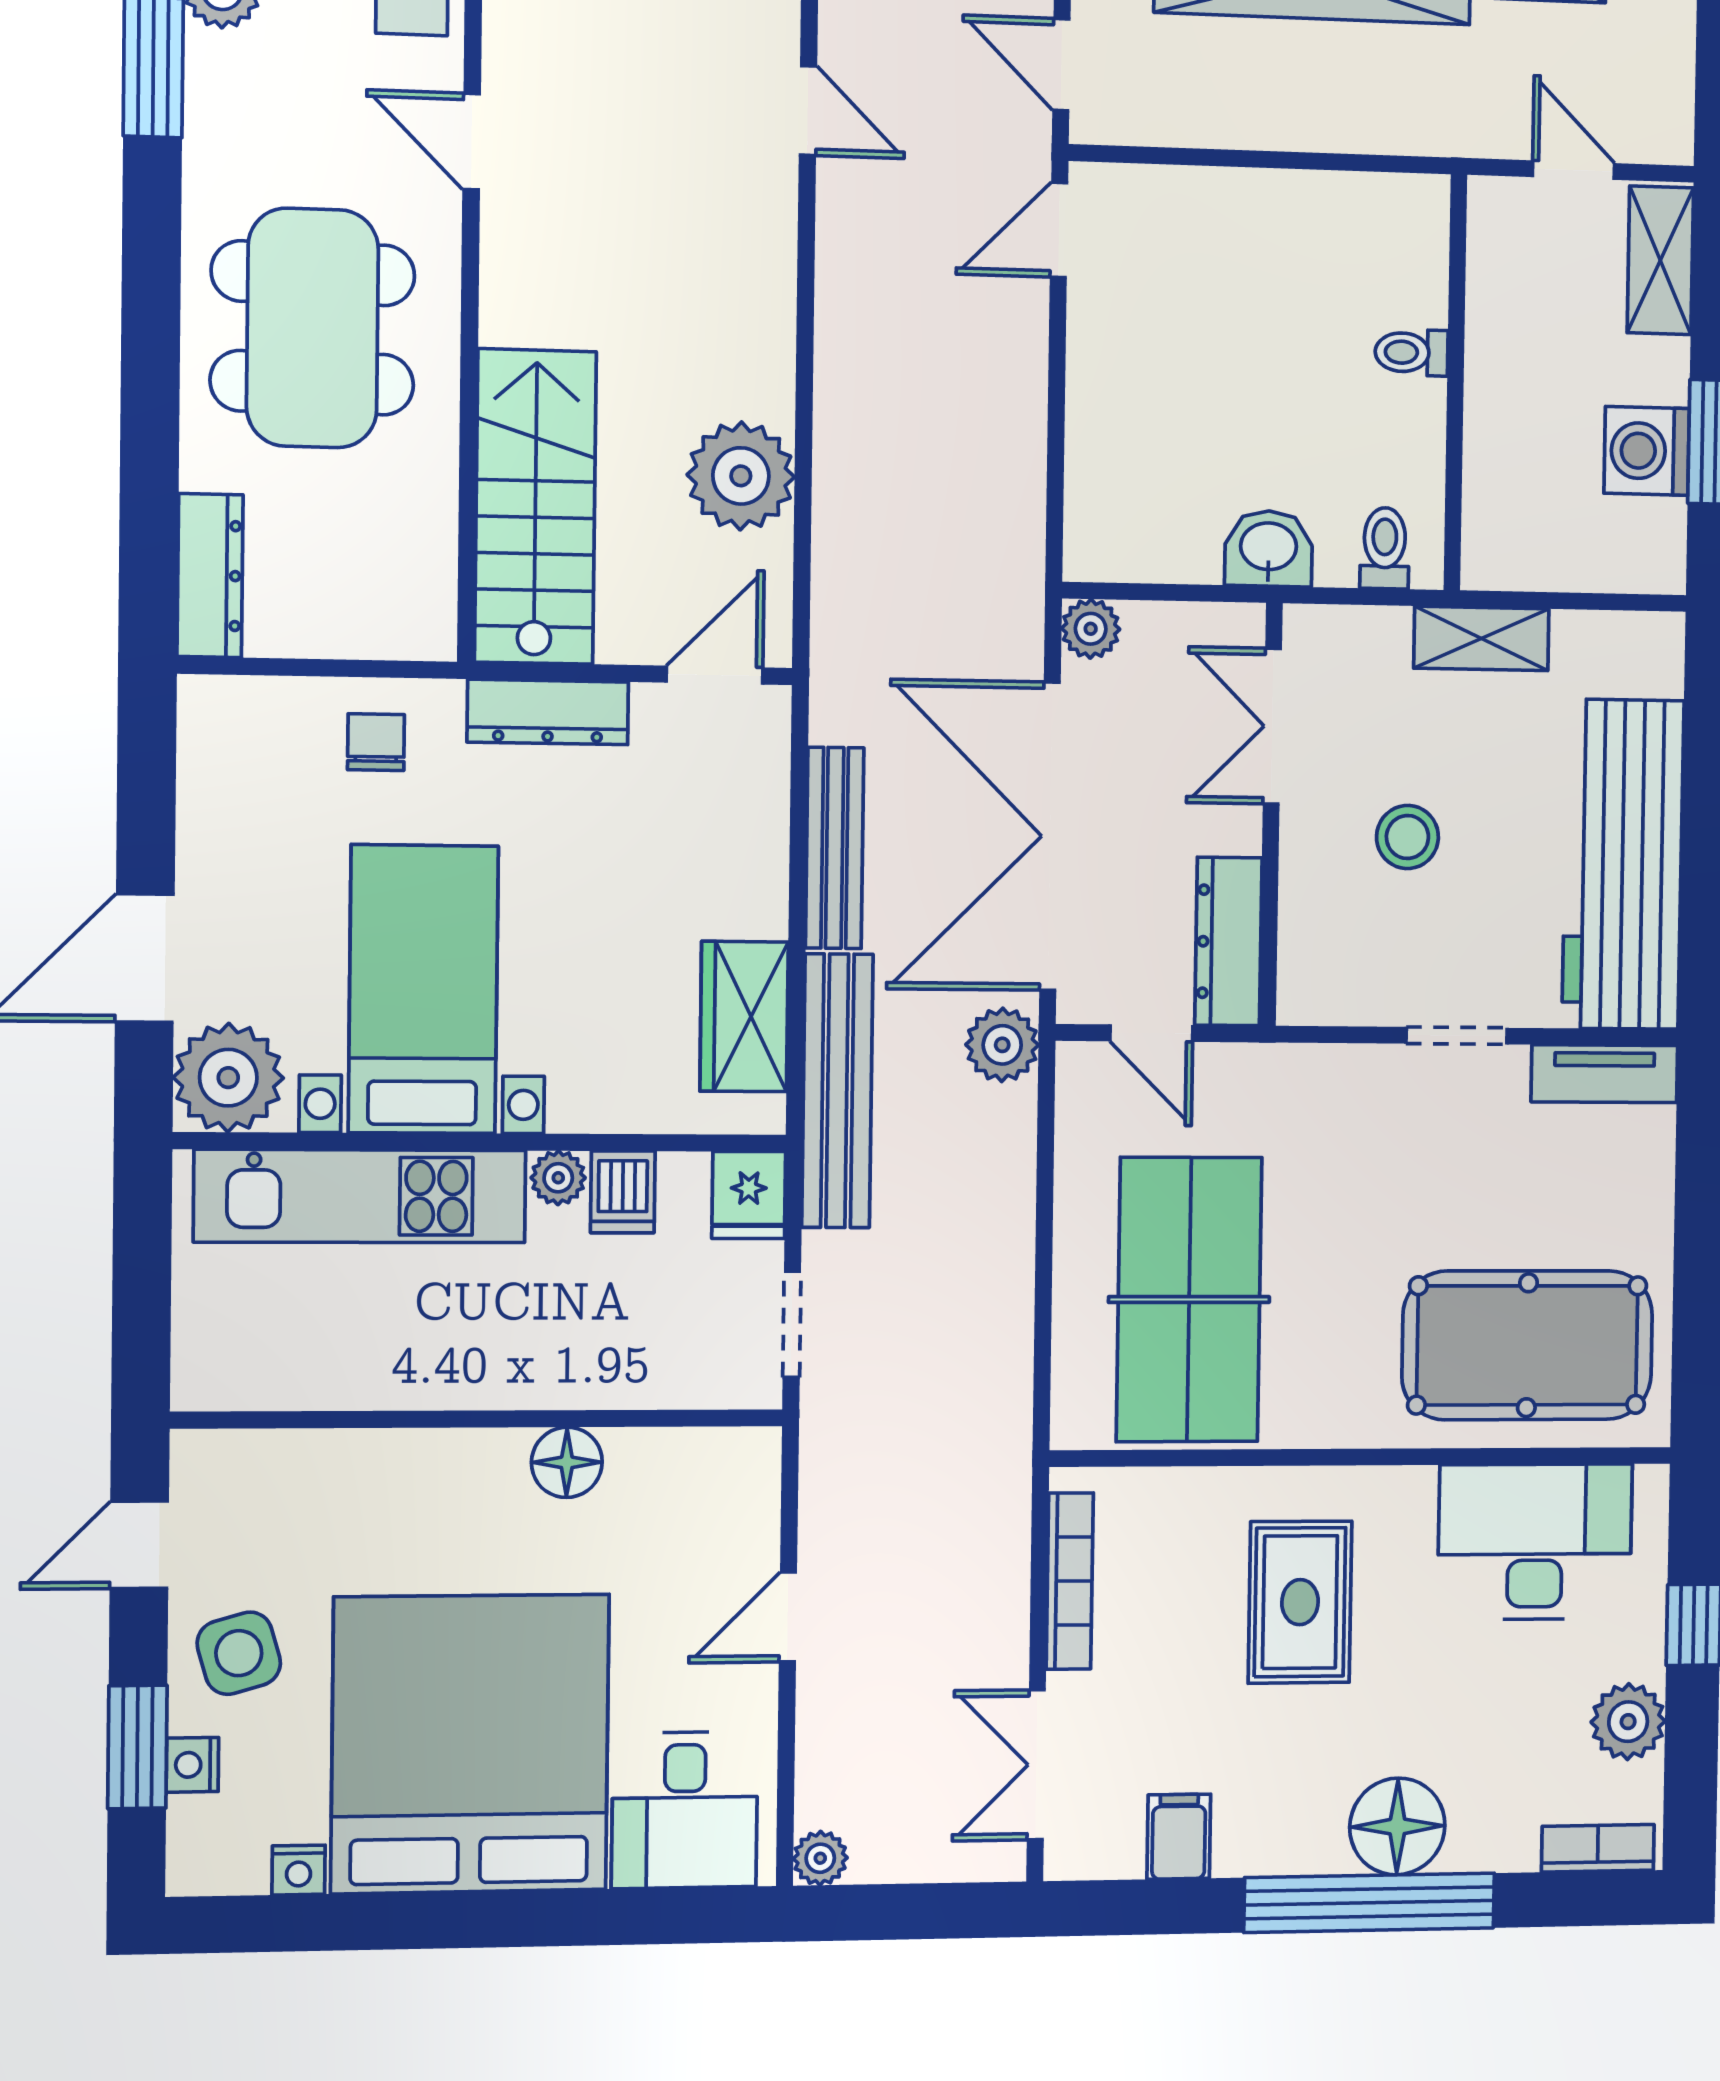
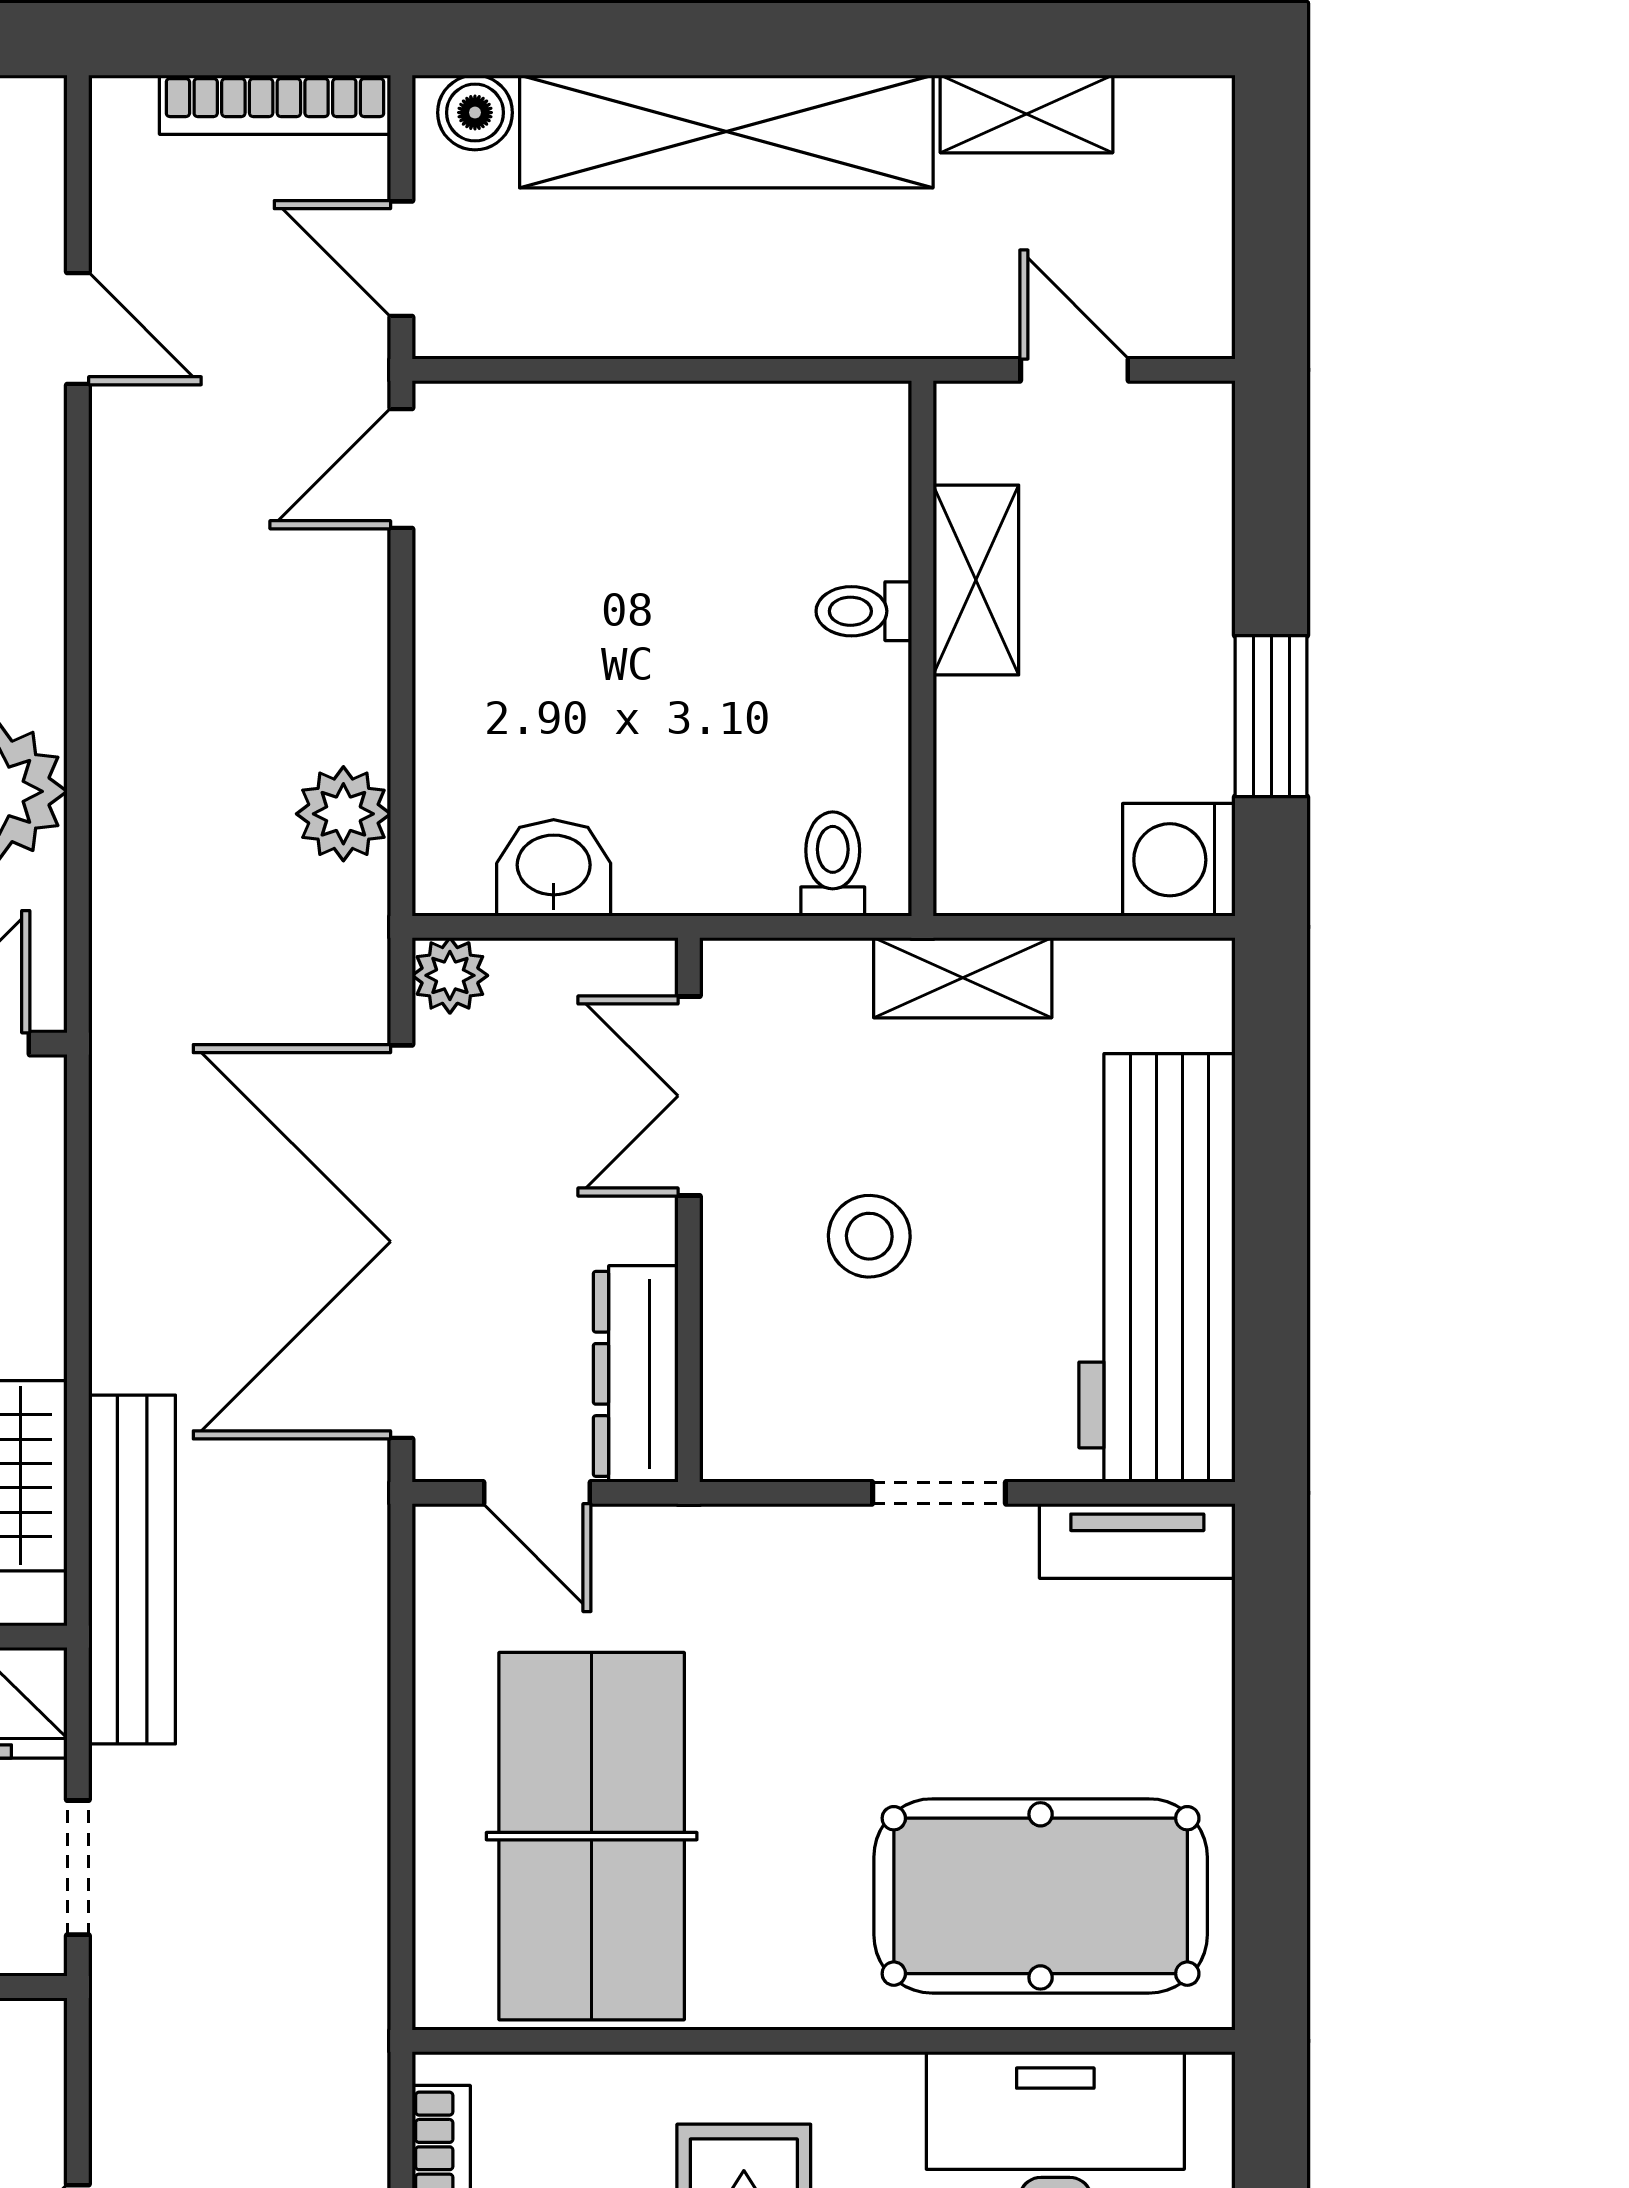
shelving: (1660, 260) -> (976, 580), moved
washing machine: (1647, 451) -> (1179, 860), moved
washbasin: (1269, 549) -> (554, 868), moved
bench: (835, 848) -> (124, 1260), removed
plant: (1002, 1045) -> (343, 814), moved

